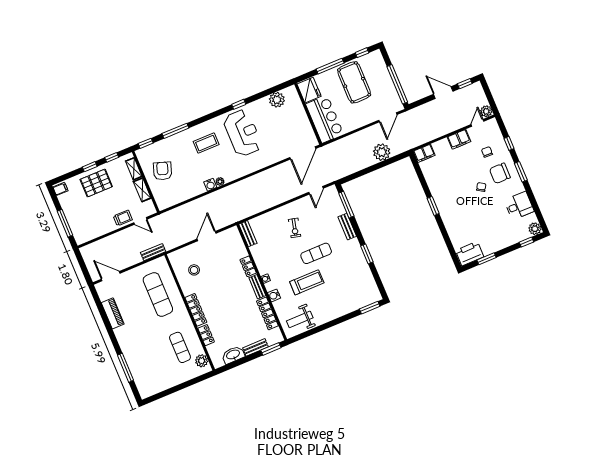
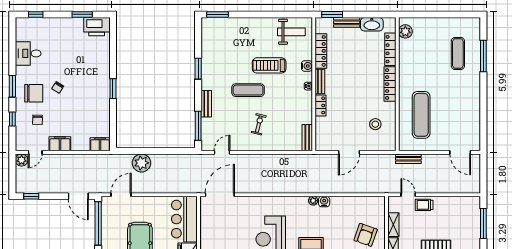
door: (443, 93) -> (78, 196), moved
plant: (535, 229) -> (22, 24), removed
piano: (113, 313) -> (474, 115), removed
locker: (206, 335) -> (390, 49), width x1.53
exercise mat: (180, 347) -> (458, 54), moved

